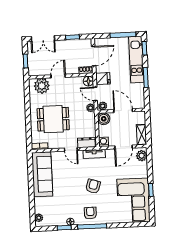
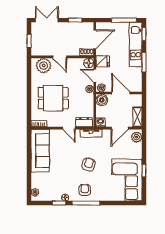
double door: (43, 38) -> (47, 20), swing flipped
door: (58, 76) -> (60, 57), swing flipped

